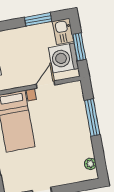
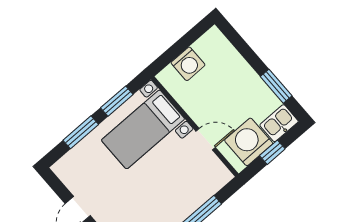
window: (79, 47) -> (272, 152), width x0.67

